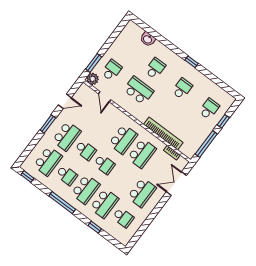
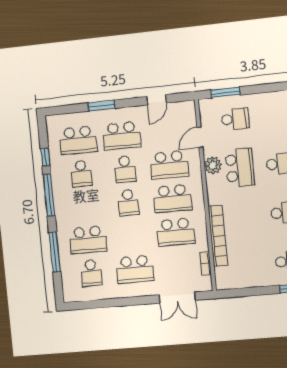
plant: (93, 79) -> (213, 165), moved
door: (65, 101) -> (156, 100), hinge flipped
window: (48, 124) -> (102, 106), moved
window: (206, 144) -> (248, 292), removed
window: (27, 176) -> (45, 157), moved
double door: (176, 184) -> (177, 298), swing flipped
school desk: (85, 189) -> (169, 165), moved
window: (95, 227) -> (55, 252), width x2.17

